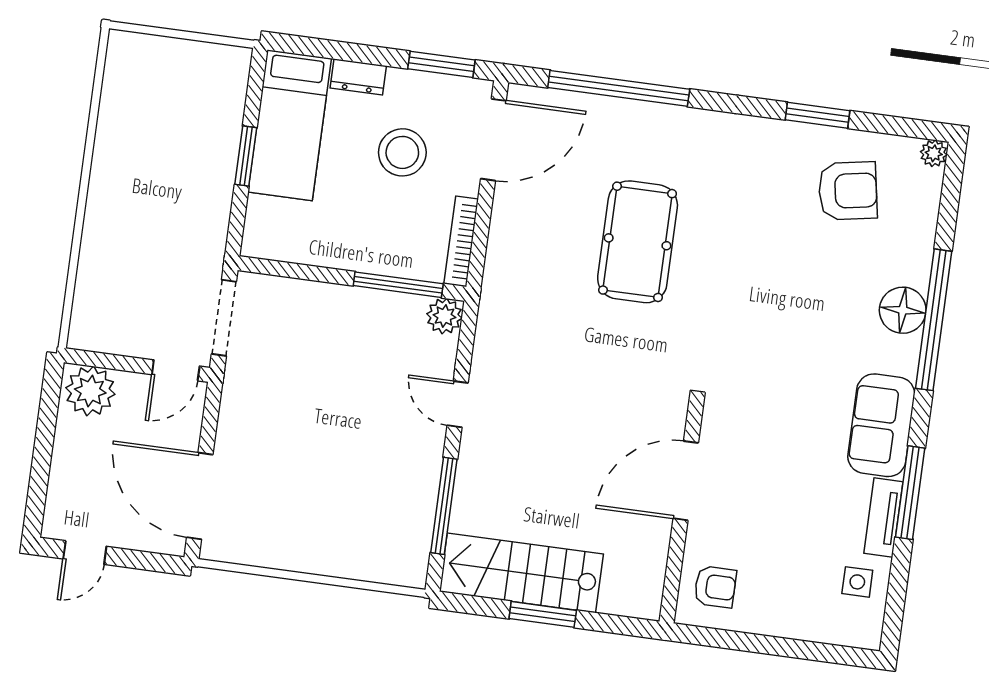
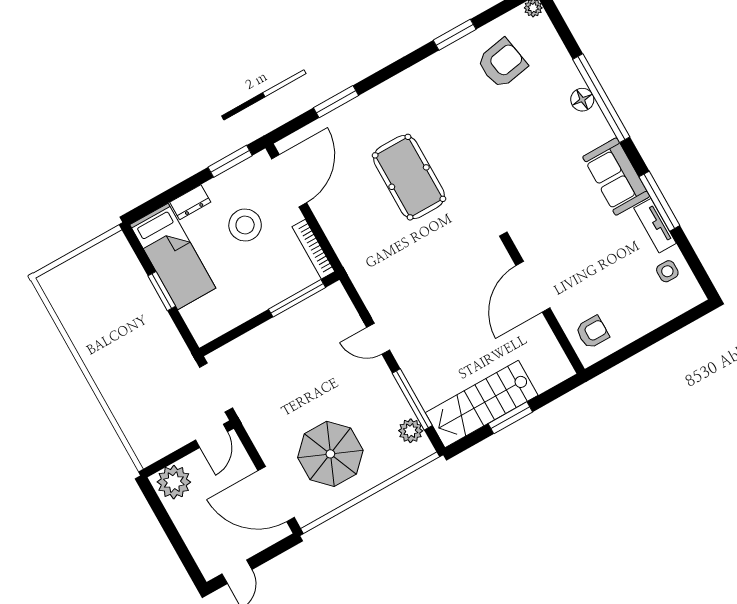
window: (619, 88) -> (336, 102), width x0.47
floor lamp: (903, 310) -> (582, 100), width x0.73, depth x0.73
plant: (444, 316) -> (411, 431), moved
parasol: (299, 497) -> (330, 454), added

